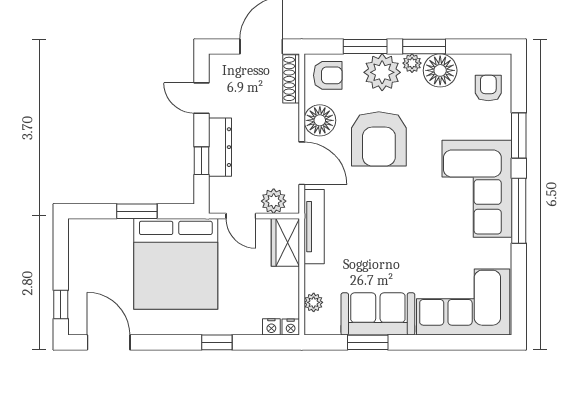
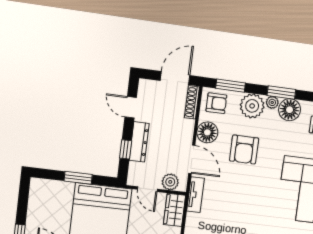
window: (365, 47) -> (230, 86), moved
armchair: (379, 139) -> (244, 150), width x0.73, depth x0.73
tv unit: (314, 227) -> (195, 195), width x0.71

